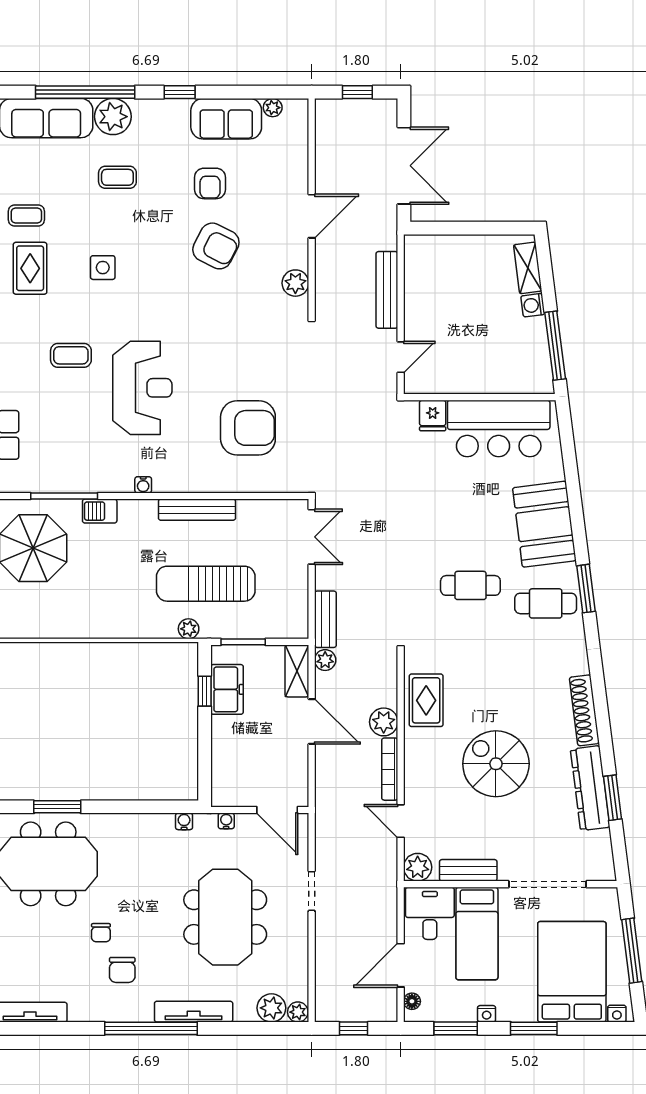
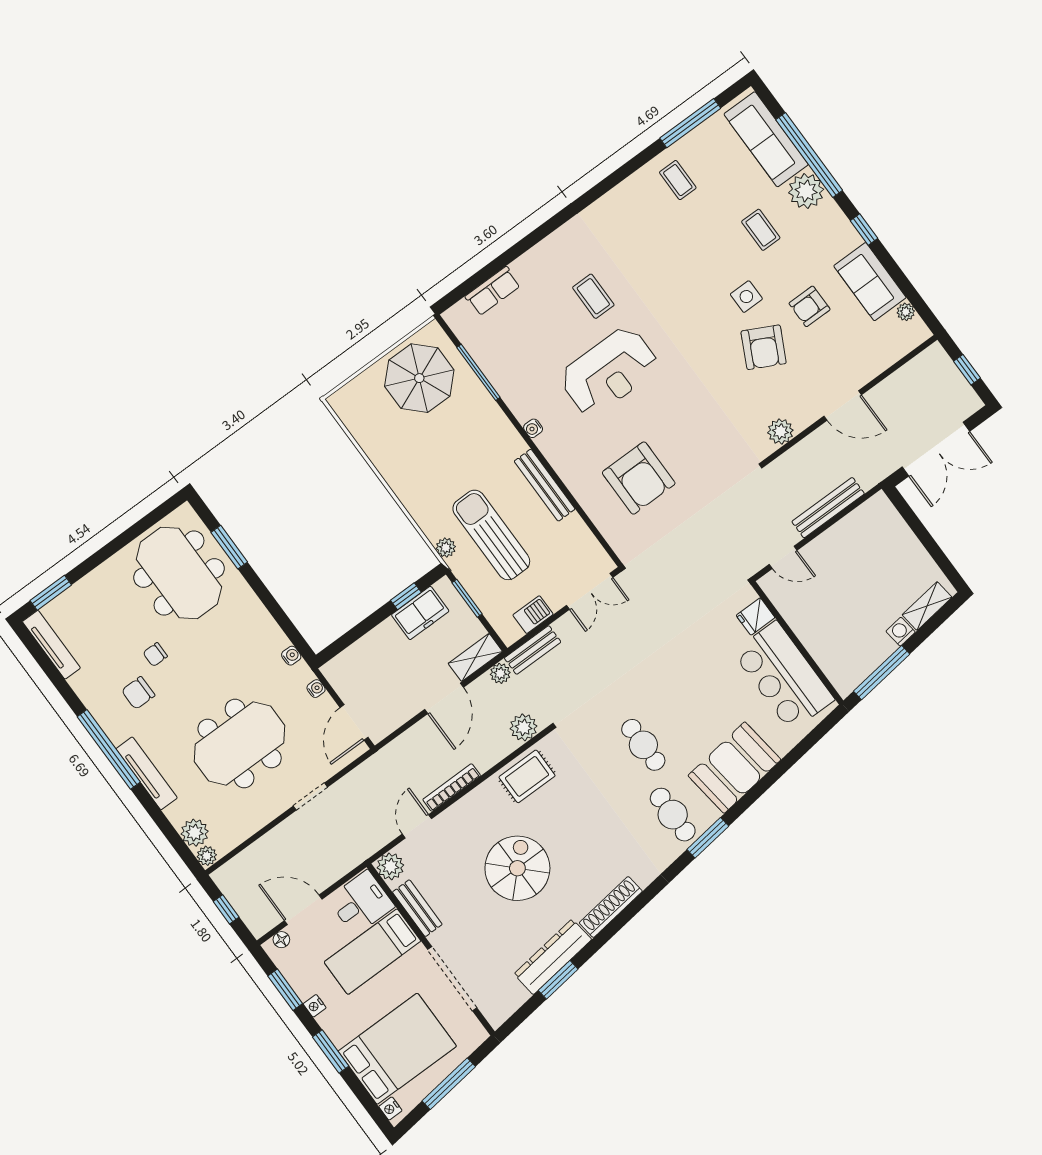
rug: (30, 268) -> (638, 214), removed
side table: (103, 268) -> (746, 297), moved
barbecue: (100, 511) -> (533, 615), moved, turned 90
plant: (384, 722) -> (524, 727), moved

